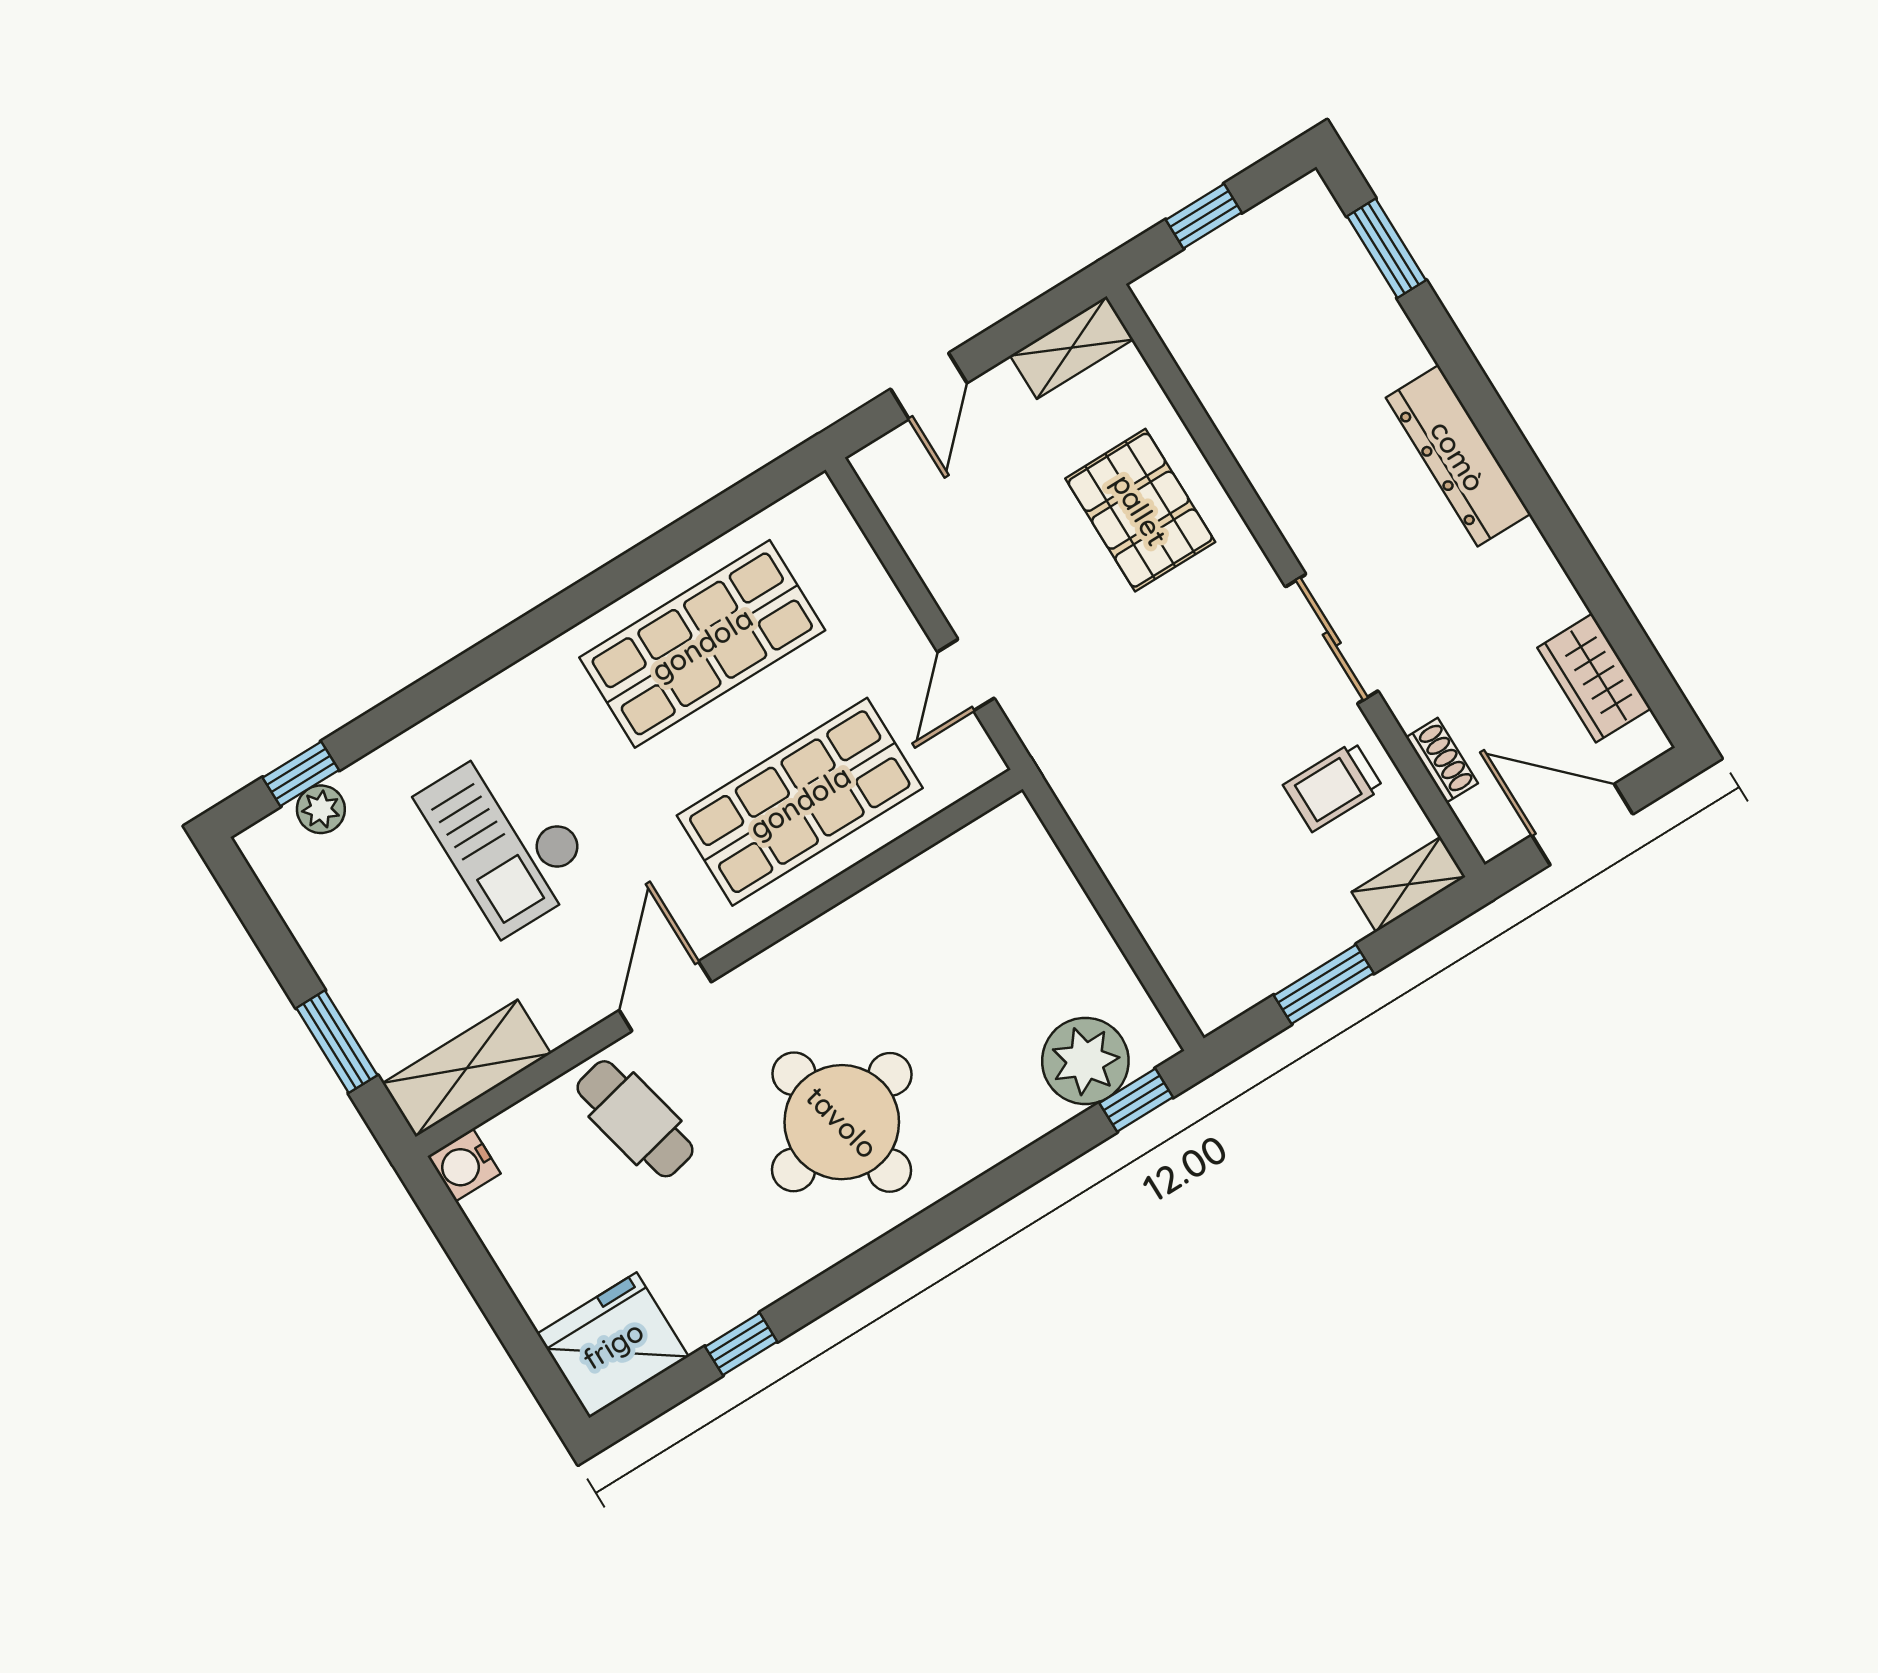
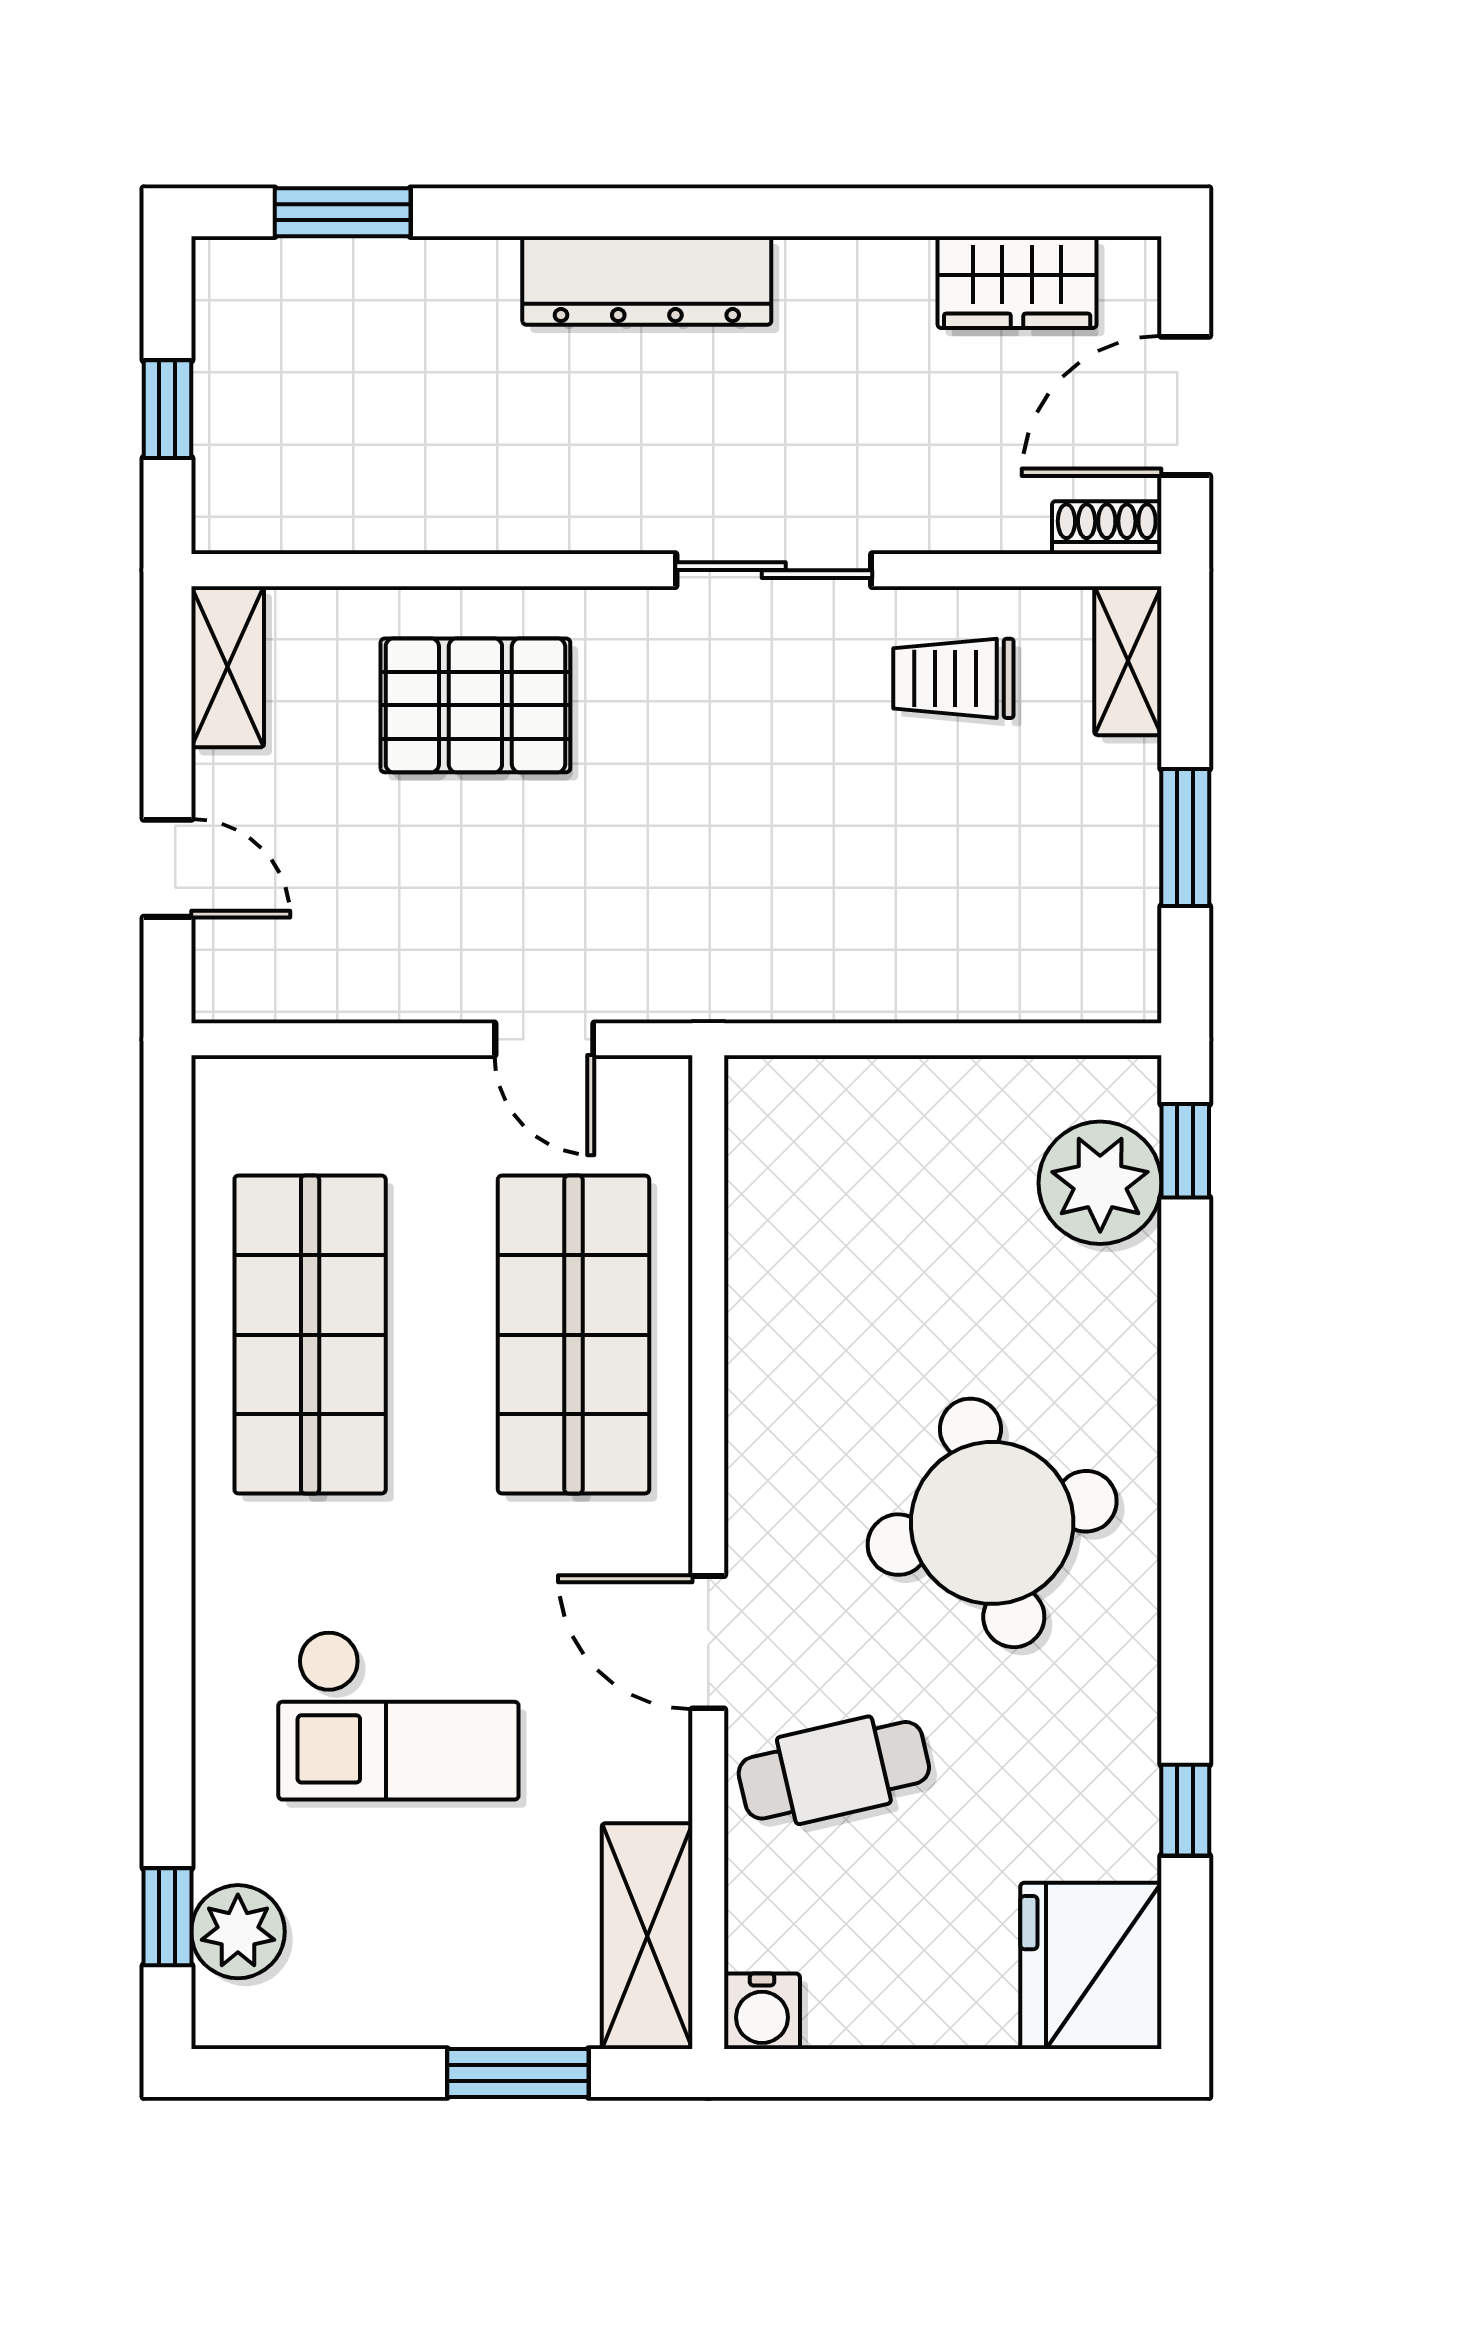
shoe rack: (1442, 760) -> (1107, 528), moved
trolley: (1333, 787) -> (953, 678), turned 90
plant: (321, 809) -> (238, 1932), width x1.38, depth x1.38

